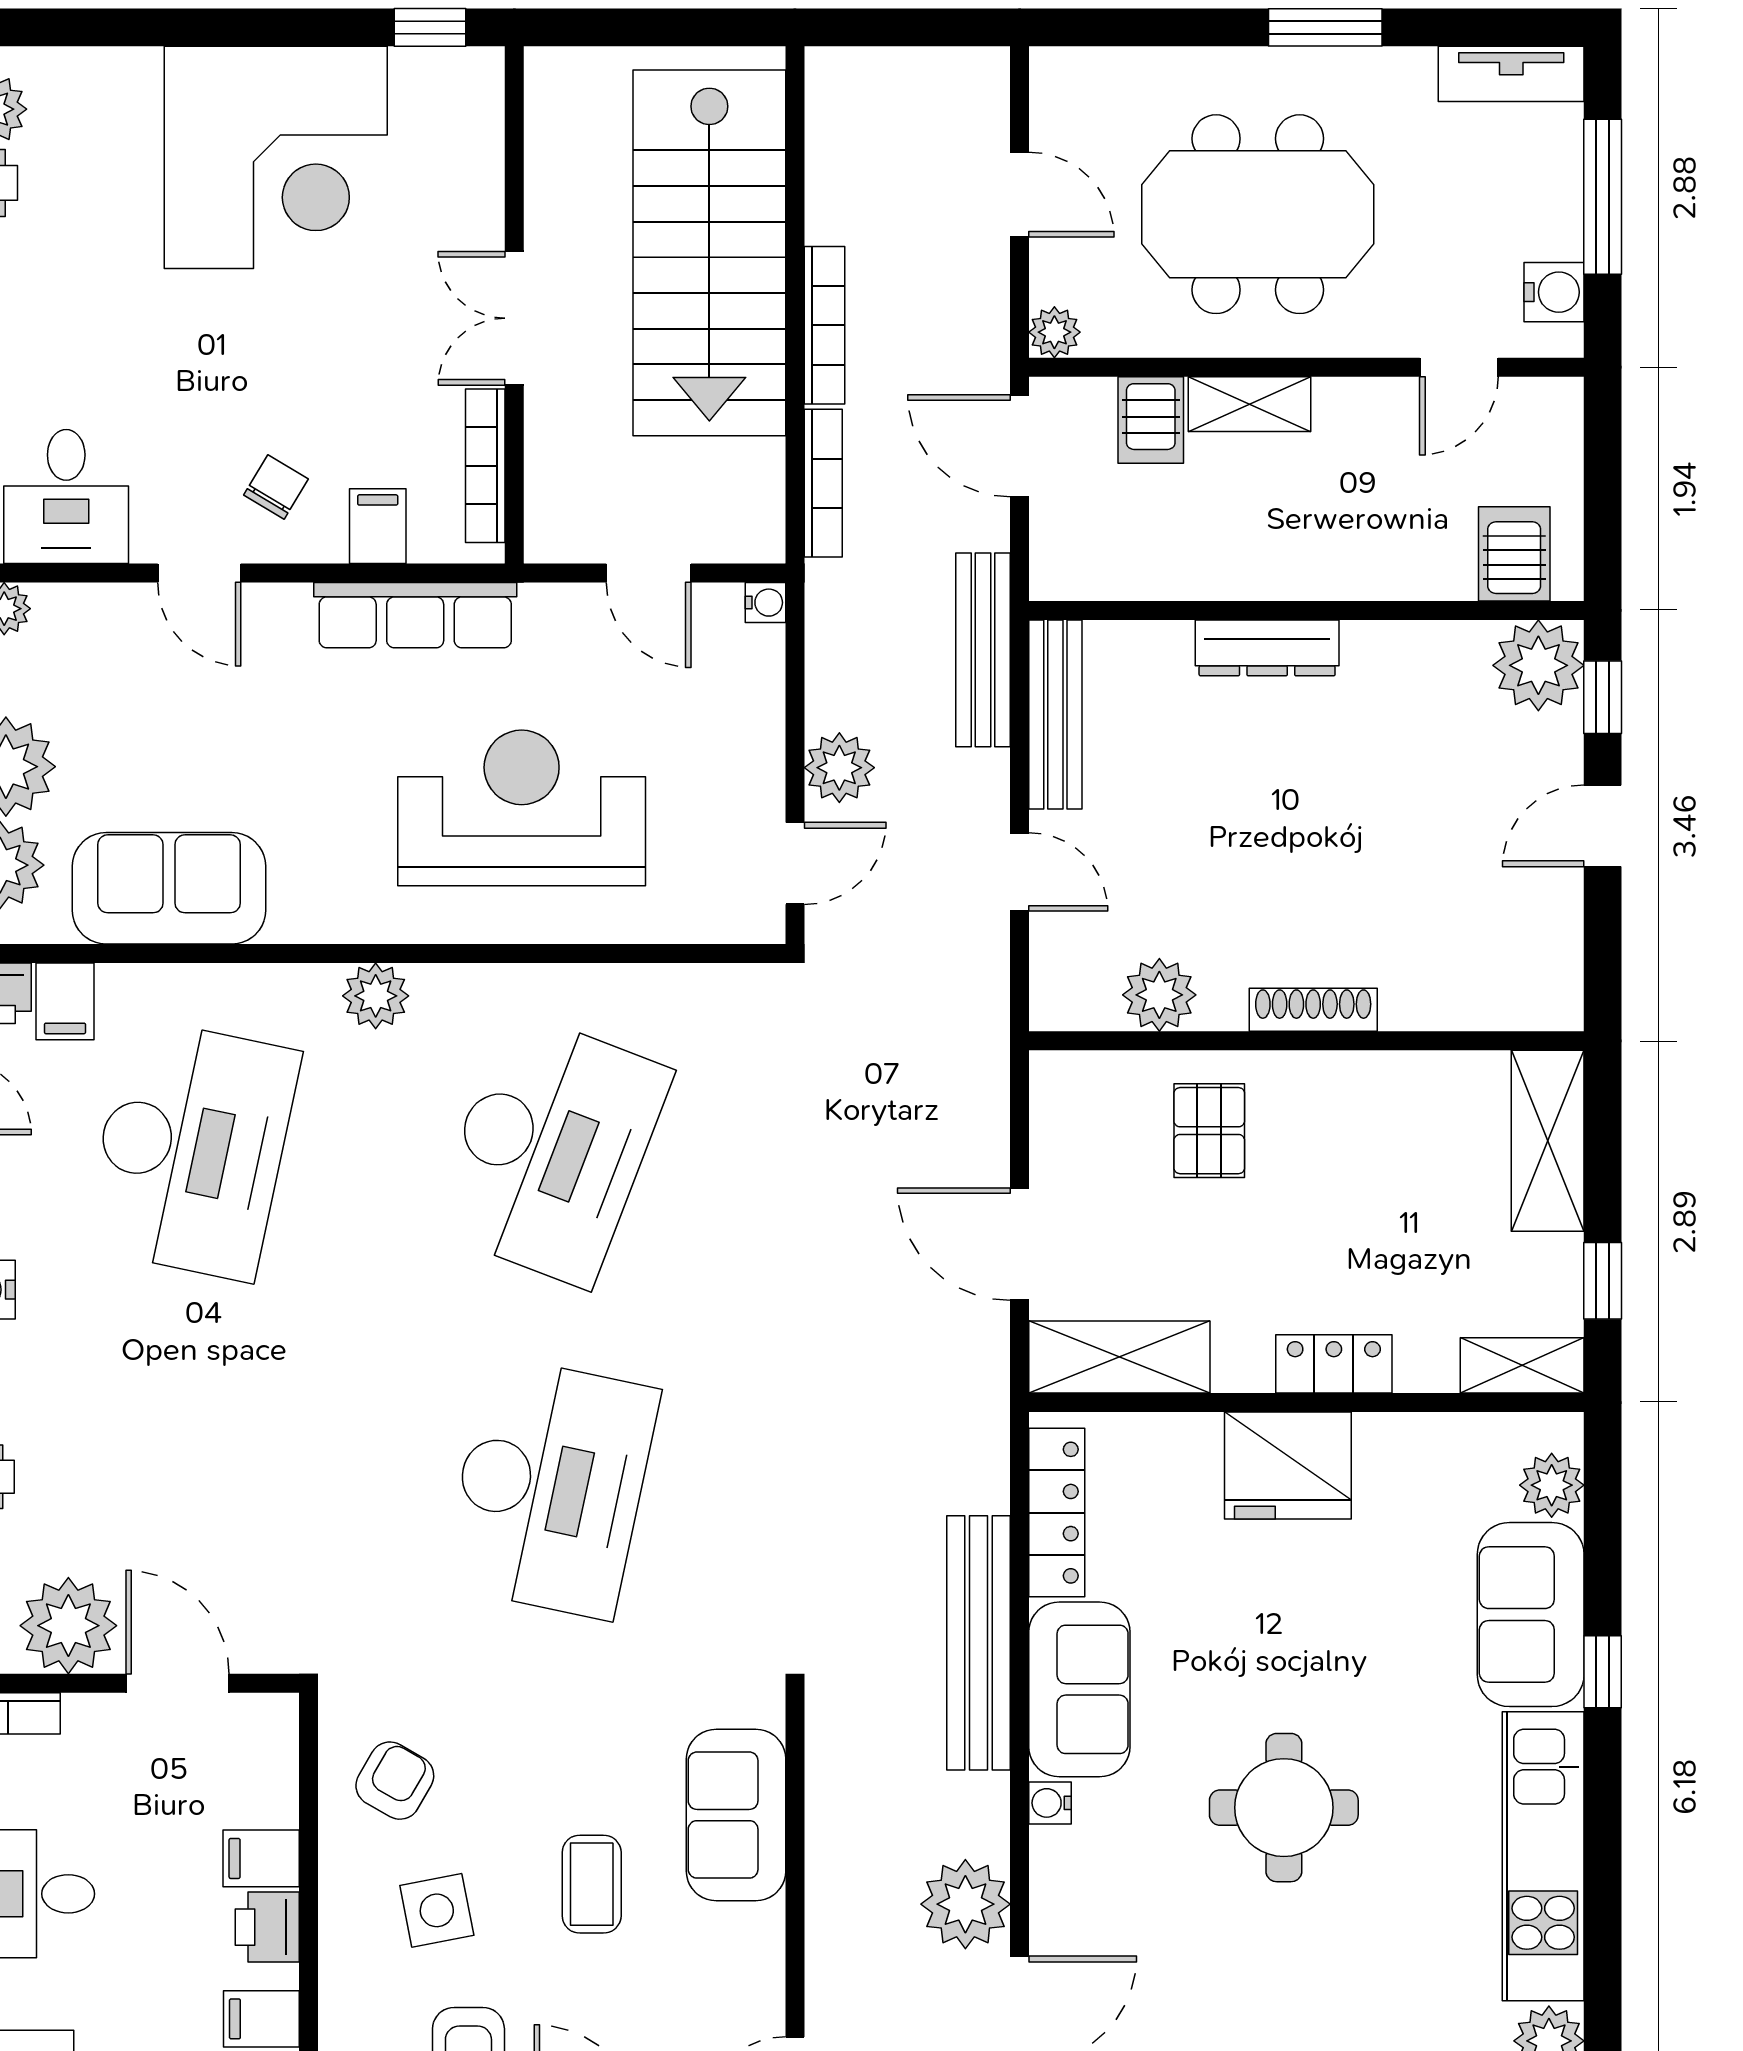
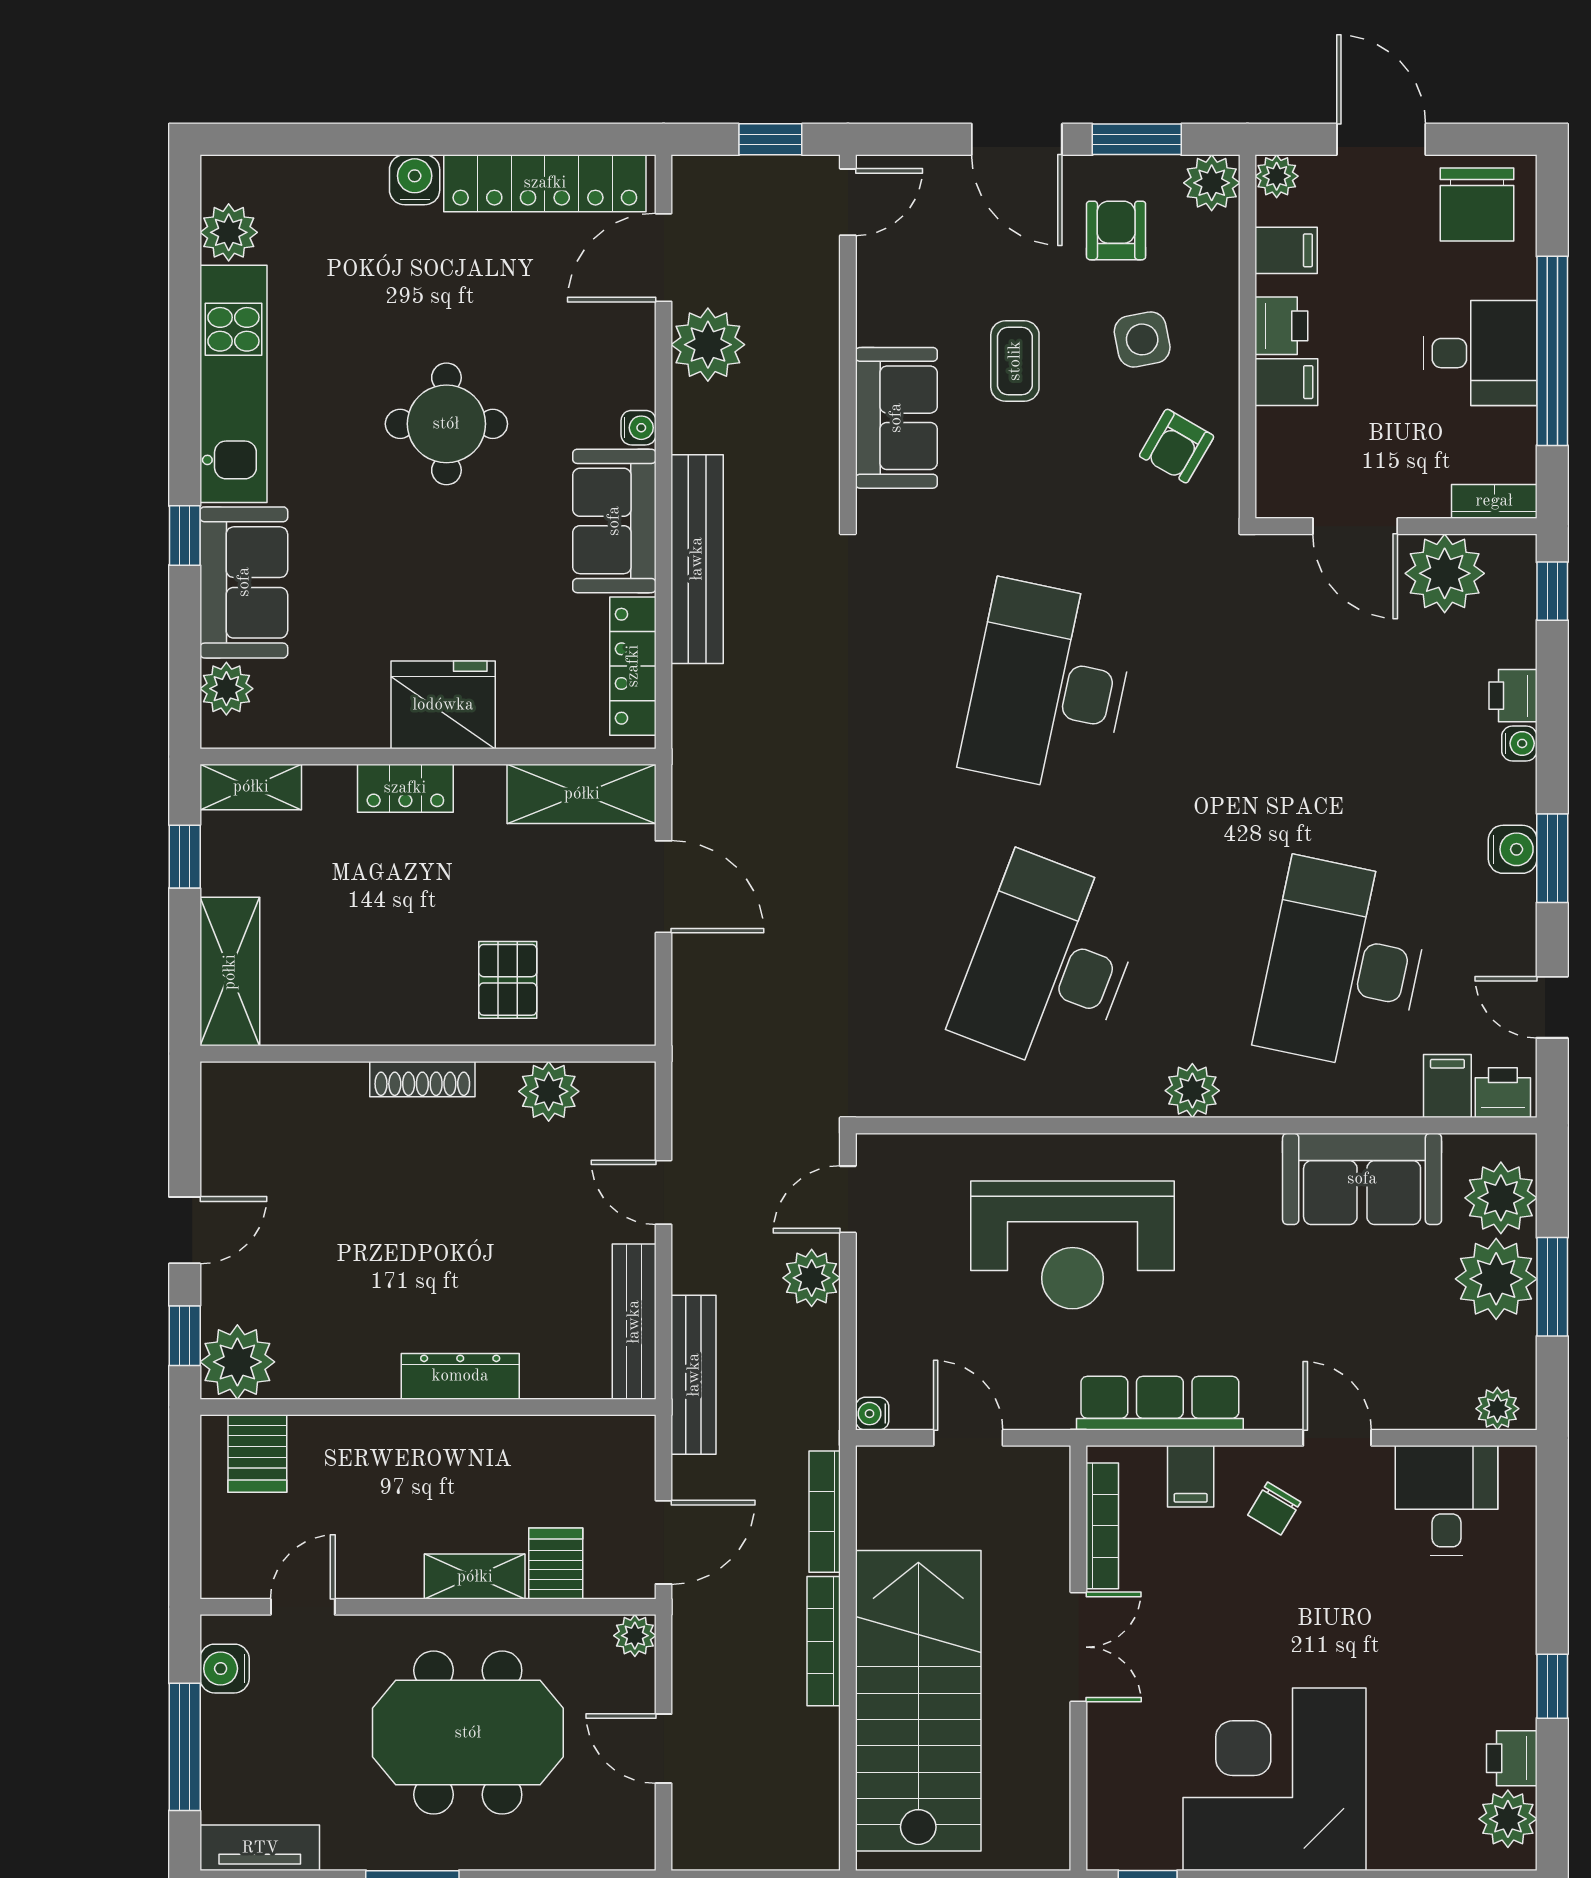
door: (1020, 446) -> (664, 1542), hinge flipped

